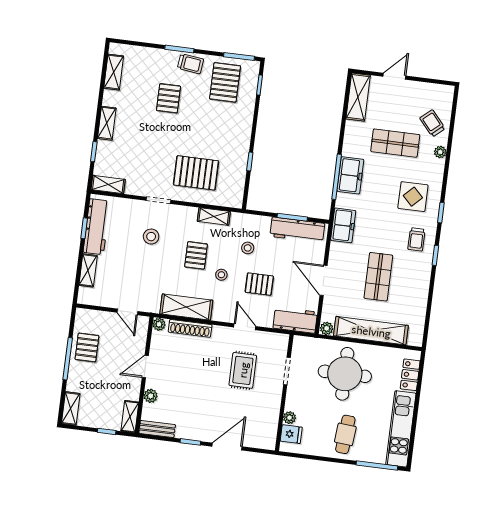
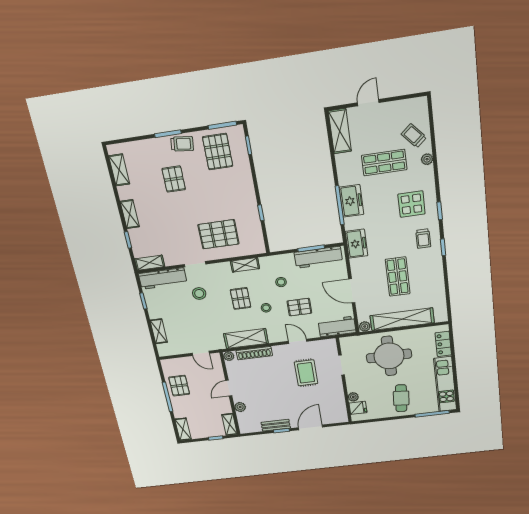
workbench: (97, 227) -> (163, 279), moved, turned 90
bench: (157, 429) -> (276, 425), moved

